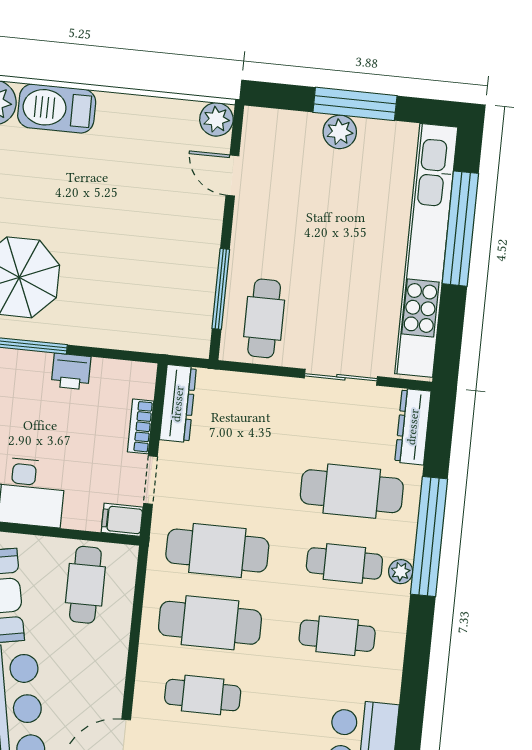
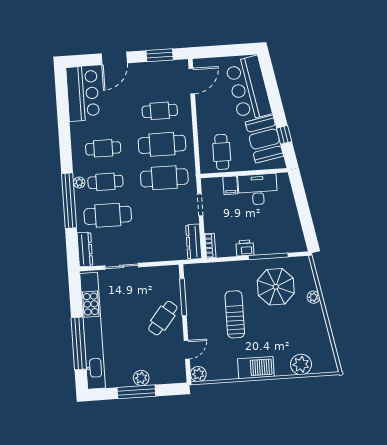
barbecue: (57, 109) -> (256, 368), moved
door: (232, 175) -> (187, 350), hinge flipped
sun lounger: (117, 233) -> (235, 314), added
cafe table: (264, 318) -> (163, 318), moved, turned 39
bookcase: (141, 426) -> (210, 246), moved
filing cabinet: (122, 520) -> (230, 185), moved, turned 90

